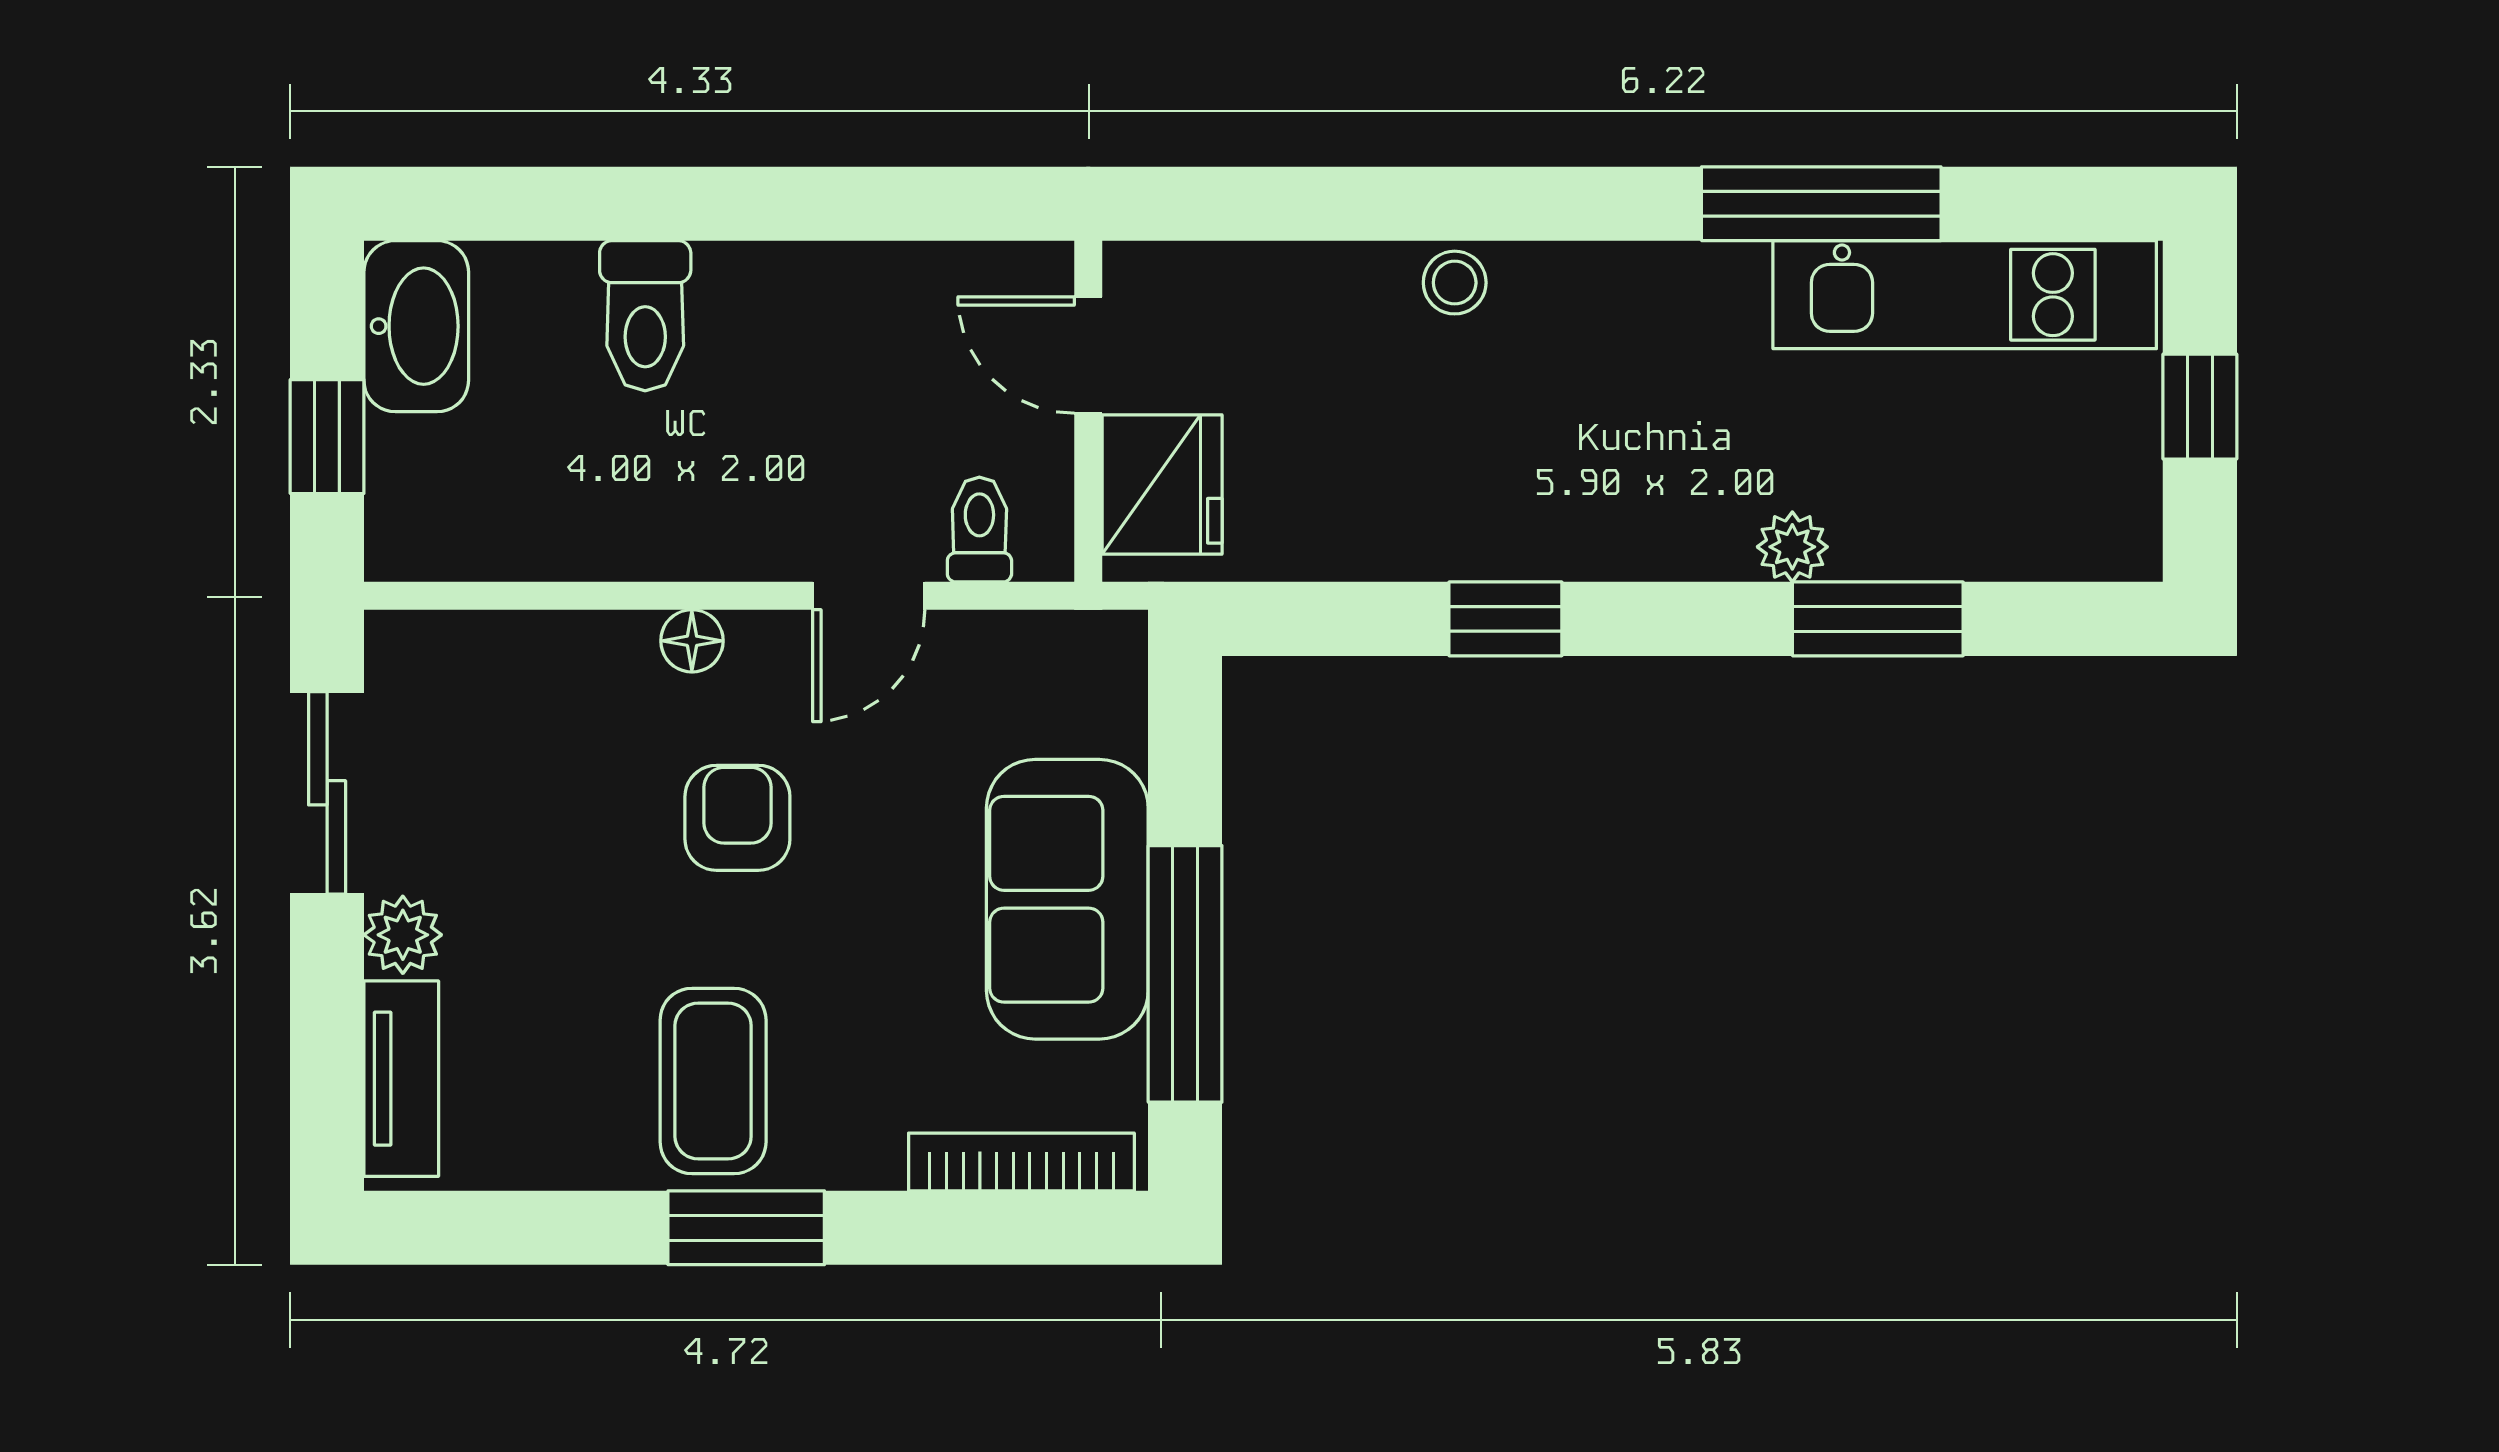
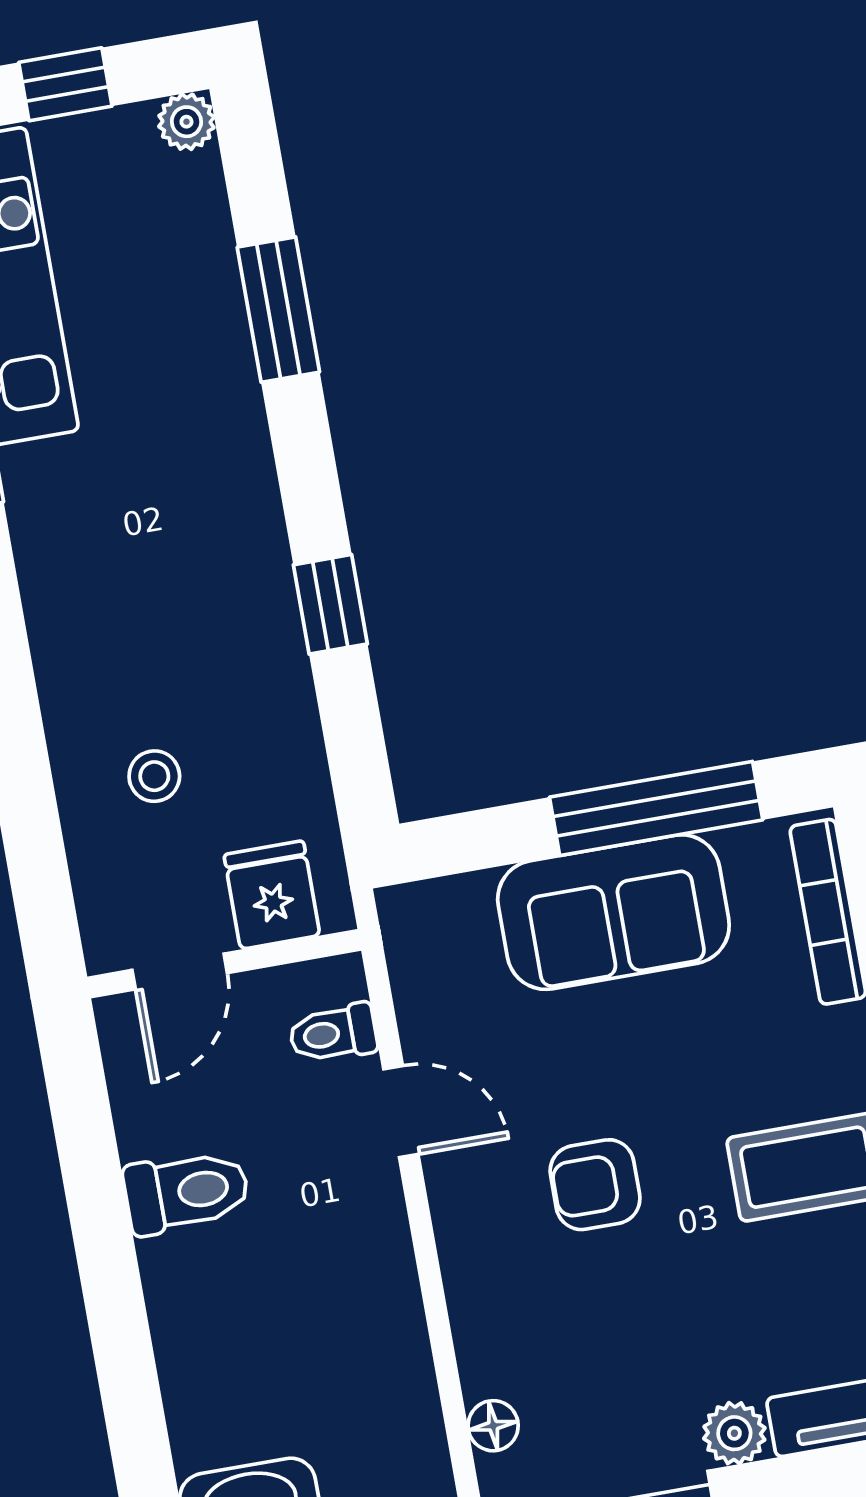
stool: (1455, 283) -> (154, 776), moved
toilet: (645, 316) -> (187, 1192), moved
fridge: (1162, 485) -> (272, 895), width x0.72
plant: (1792, 547) -> (186, 122), moved
floor lamp: (692, 641) -> (493, 1426), moved

